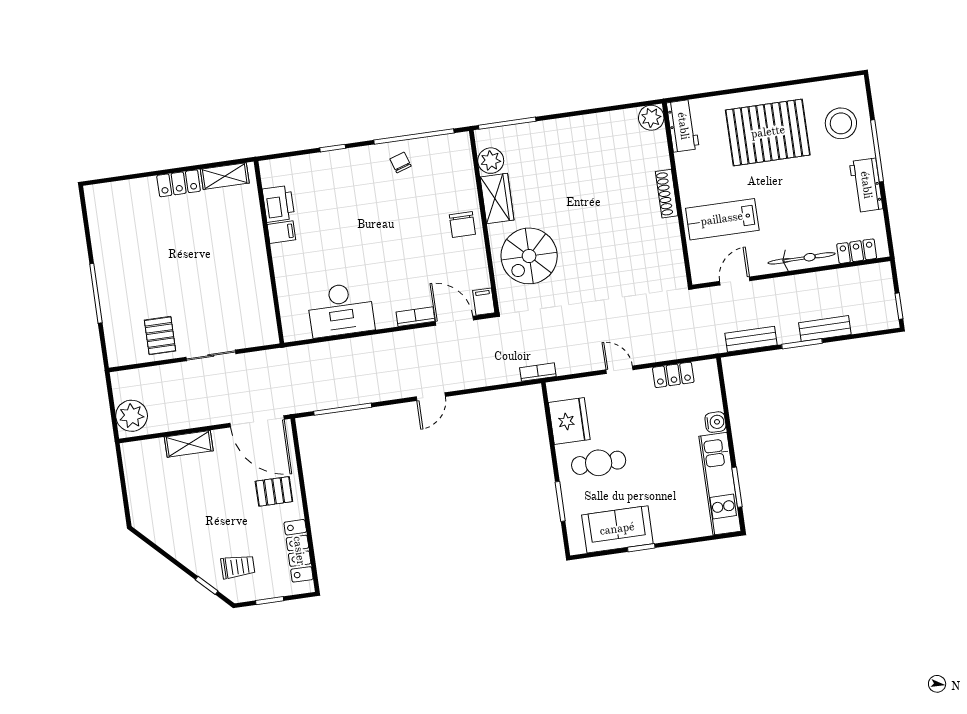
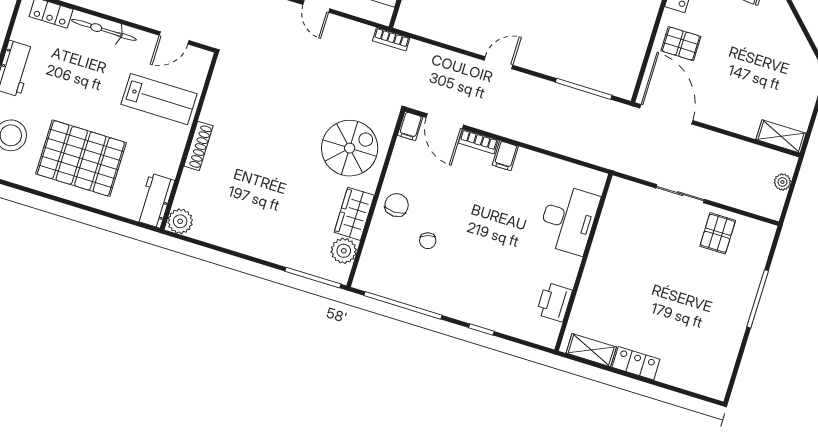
chair: (401, 163) -> (428, 241), moved
filing cabinet: (281, 232) -> (505, 156), moved, turned -90
desk: (341, 310) -> (568, 220), moved, turned 90
plant: (132, 416) -> (782, 182), width x0.53, depth x0.53
shelving: (189, 444) -> (781, 136), moved

